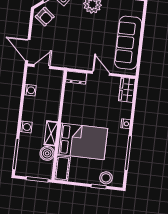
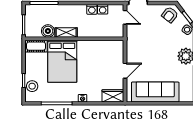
dresser: (76, 78) -> (119, 49), removed
washing machine: (26, 127) -> (92, 9), moved

